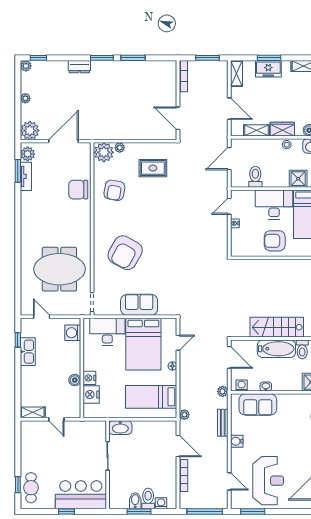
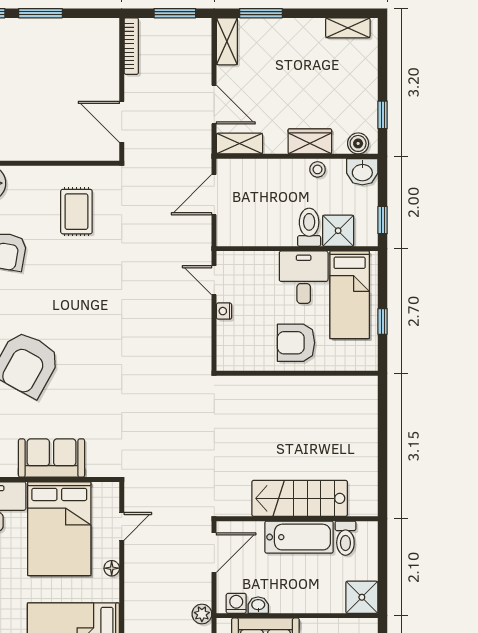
window: (269, 58) -> (261, 13), moved
freezer: (268, 69) -> (284, 33), removed
shelving: (257, 130) -> (239, 144), moved
plant: (120, 148) -> (17, 175), removed
rug: (153, 168) -> (76, 212), turned 90
toilet: (255, 177) -> (309, 227), moved
desk: (274, 204) -> (304, 277), width x0.73
door: (229, 206) -> (214, 280), hinge flipped
door: (229, 357) -> (214, 553), hinge flipped
washbasin: (266, 387) -> (258, 605), moved

